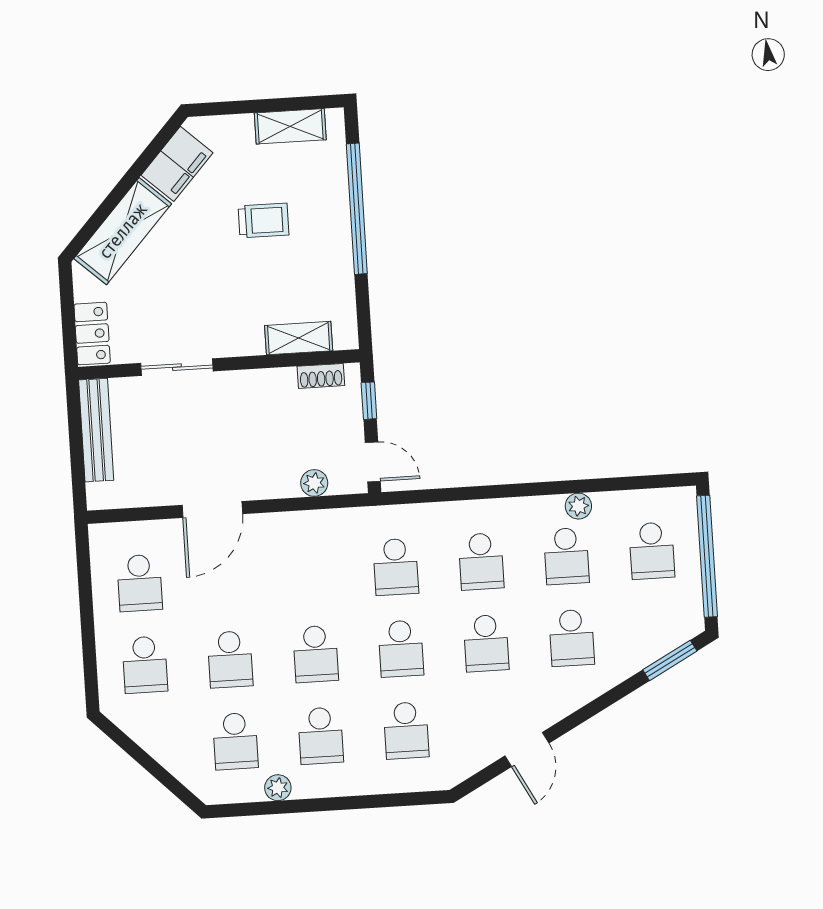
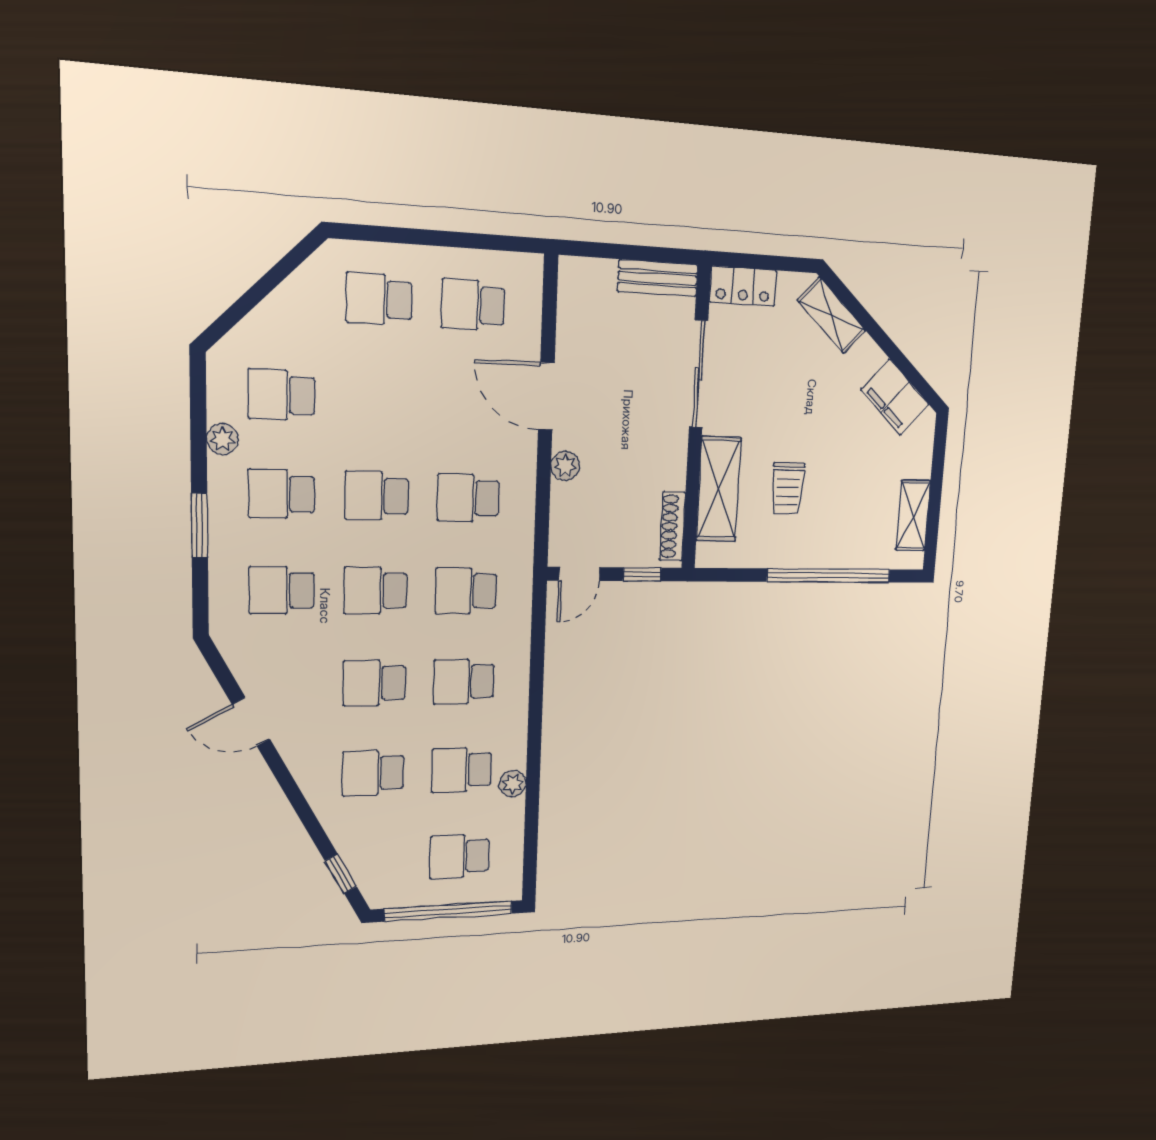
trolley: (264, 220) -> (788, 488), moved
shelving: (123, 231) -> (832, 315), width x0.67, depth x0.75
shelving: (299, 338) -> (719, 489), width x1.50, depth x1.33
sliding door: (177, 367) -> (699, 374), width x1.37
shoe rack: (321, 376) -> (672, 526), width x1.43
bench: (96, 430) -> (658, 278), width x0.73
plant: (314, 483) -> (565, 466), moved
school desk: (230, 659) -> (468, 498), moved
window: (670, 660) -> (341, 874), width x0.67
window: (354, 803) -> (200, 525), added

